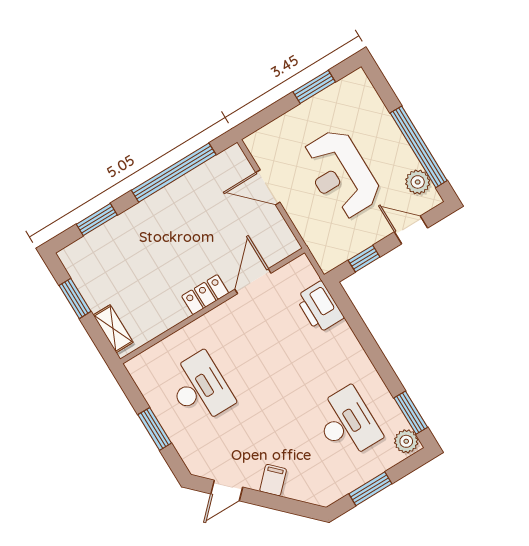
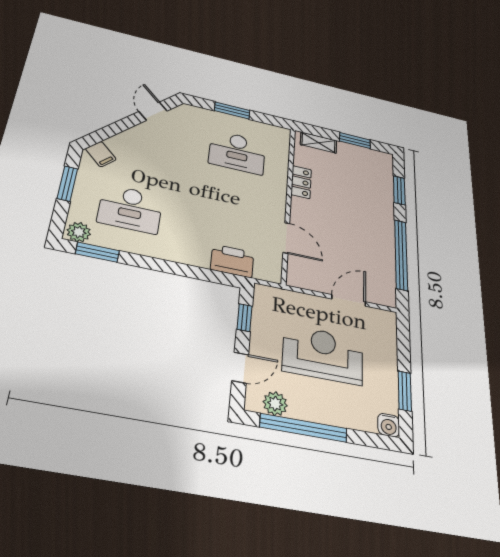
water cooler: (358, 82) -> (389, 425), added
locker: (205, 295) -> (301, 182), moved
filing cabinet: (273, 480) -> (101, 154), moved

